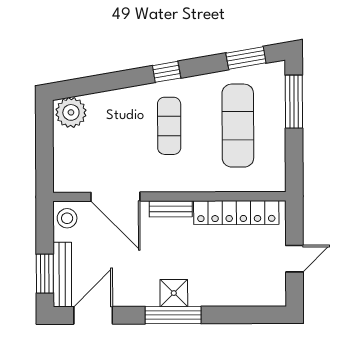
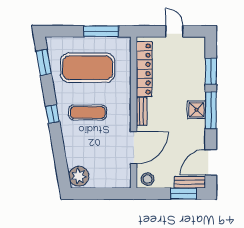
window: (294, 102) -> (101, 31), moved
exercise mat: (238, 126) -> (88, 68), width x1.47
bench: (62, 275) -> (190, 182), width x0.73
door: (93, 315) -> (211, 162), hinge flipped
window: (233, 315) -> (211, 71), added

